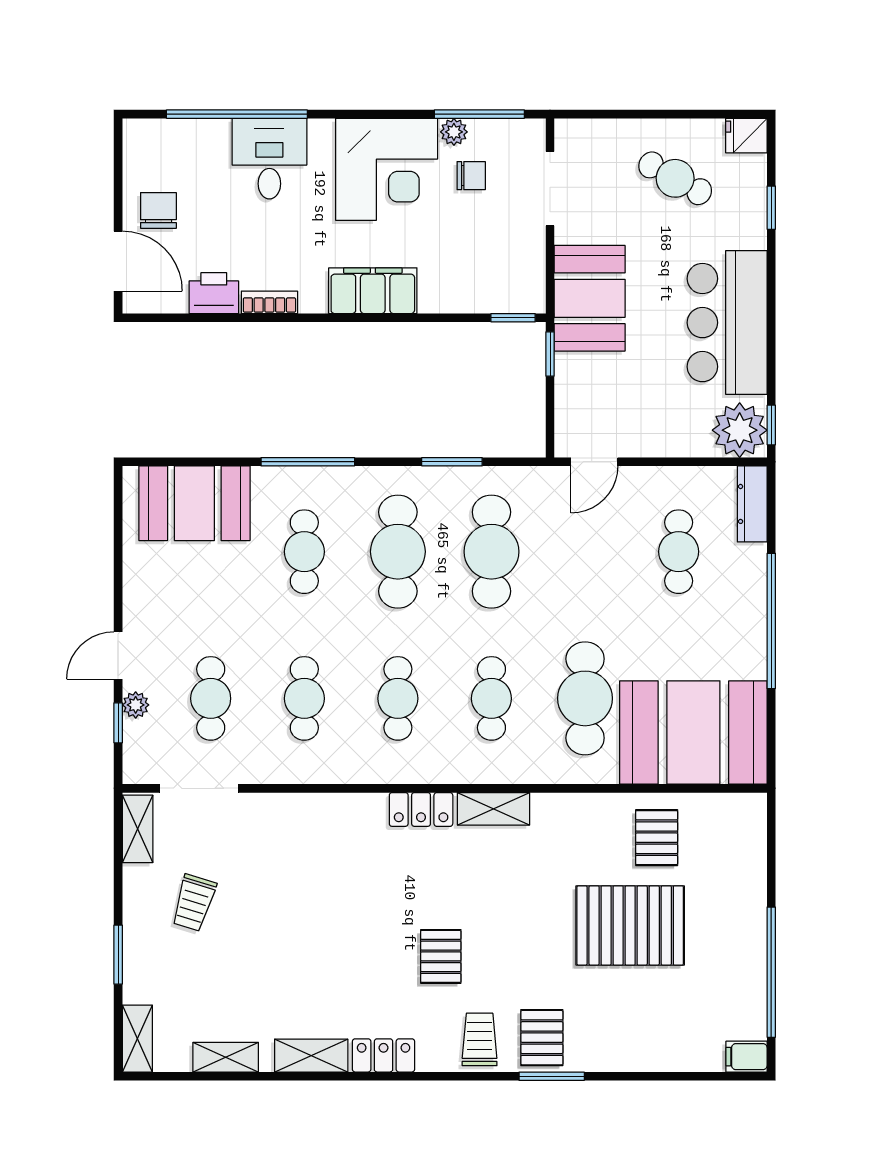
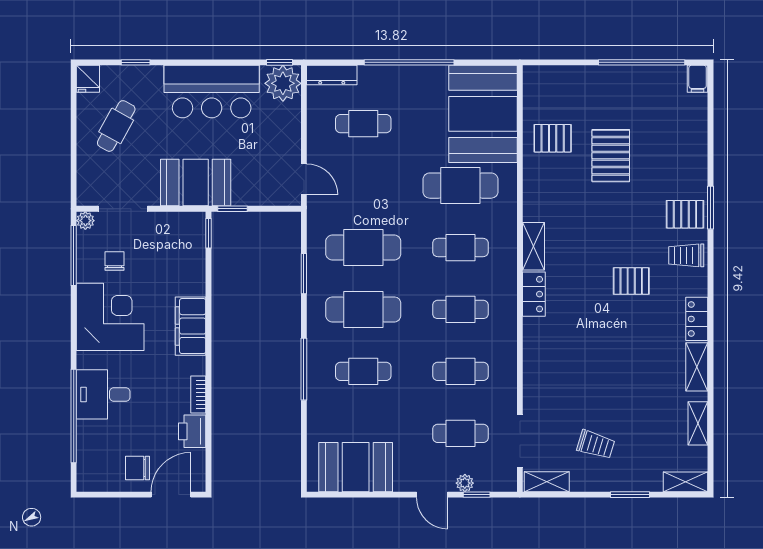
plant: (454, 132) -> (85, 221), moved
booth: (194, 503) -> (356, 467), moved, turned 90
pallet: (630, 925) -> (611, 156), width x0.73, depth x0.71

